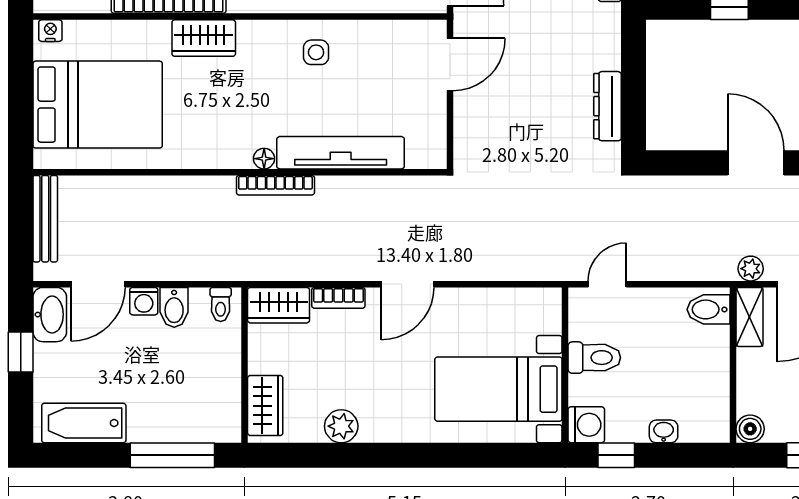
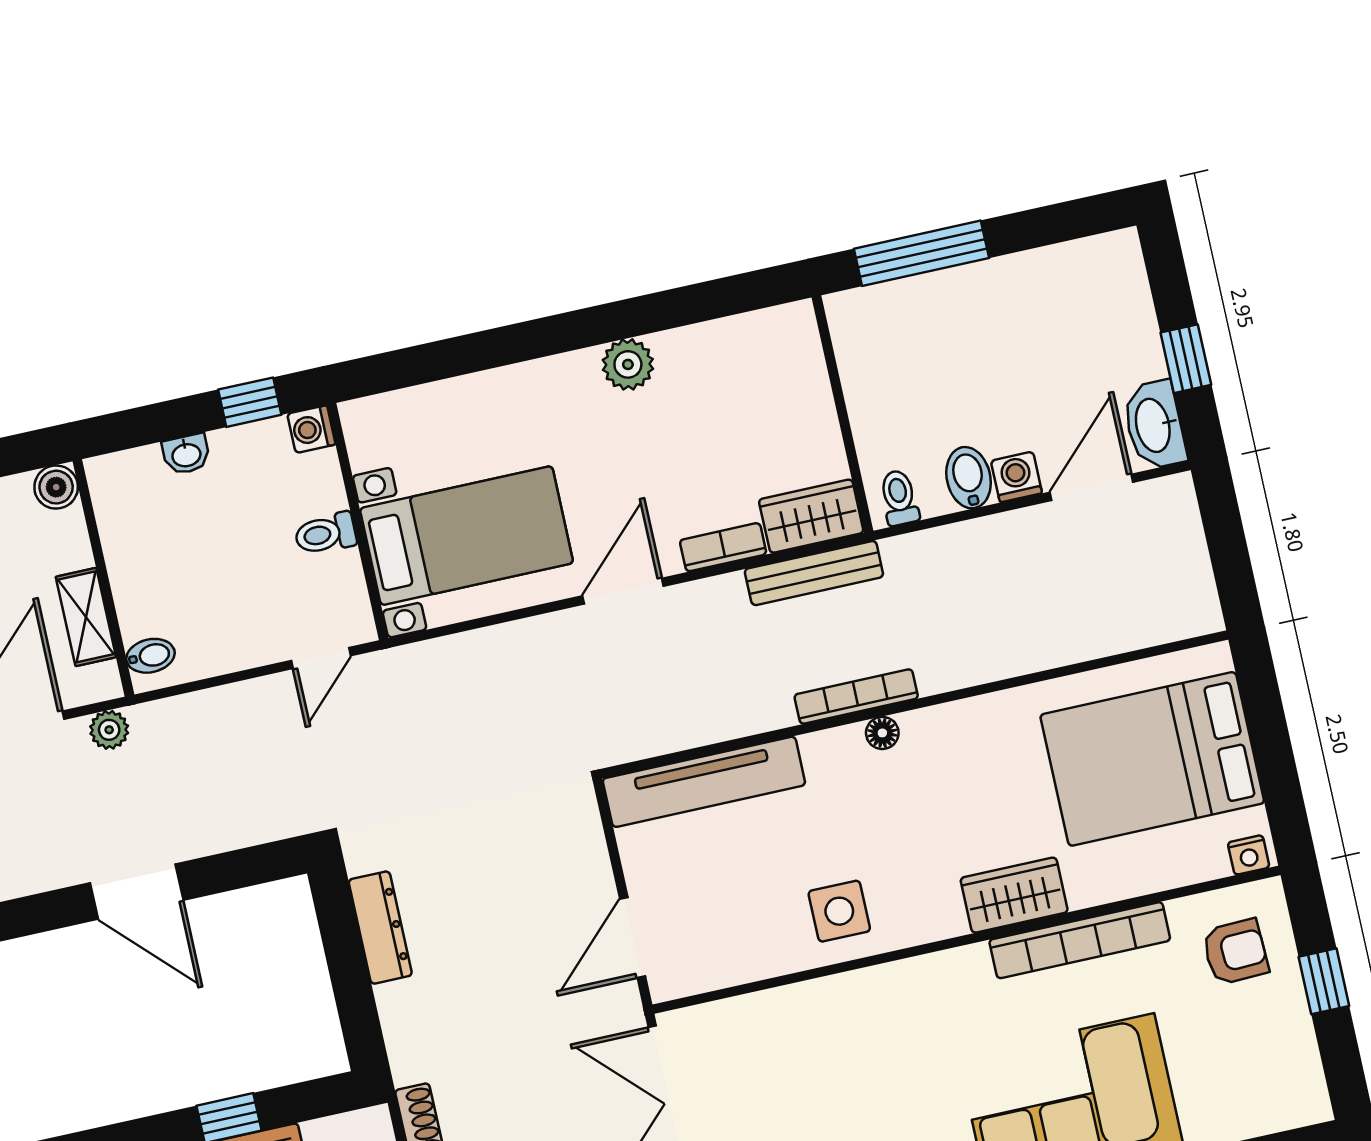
side table: (316, 52) -> (839, 911), width x1.37, depth x1.37
tv unit: (341, 153) -> (704, 782), moved
bench: (45, 219) -> (814, 573), moved, turned 90
bidet: (709, 309) -> (150, 656), width x0.72, depth x0.74
shelving: (750, 317) -> (86, 617), moved
toilet: (594, 358) -> (325, 534), width x0.73, depth x0.72
bed with nightstands: (498, 389) -> (467, 536), moved
wardrobe: (265, 406) -> (798, 360), removed
bathtub: (84, 423) -> (1066, 272), removed
washing machine: (586, 425) -> (311, 429), width x0.73, depth x0.73
plant: (341, 426) -> (628, 364), moved

